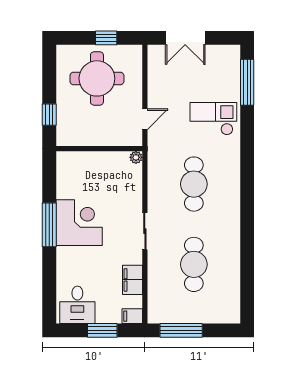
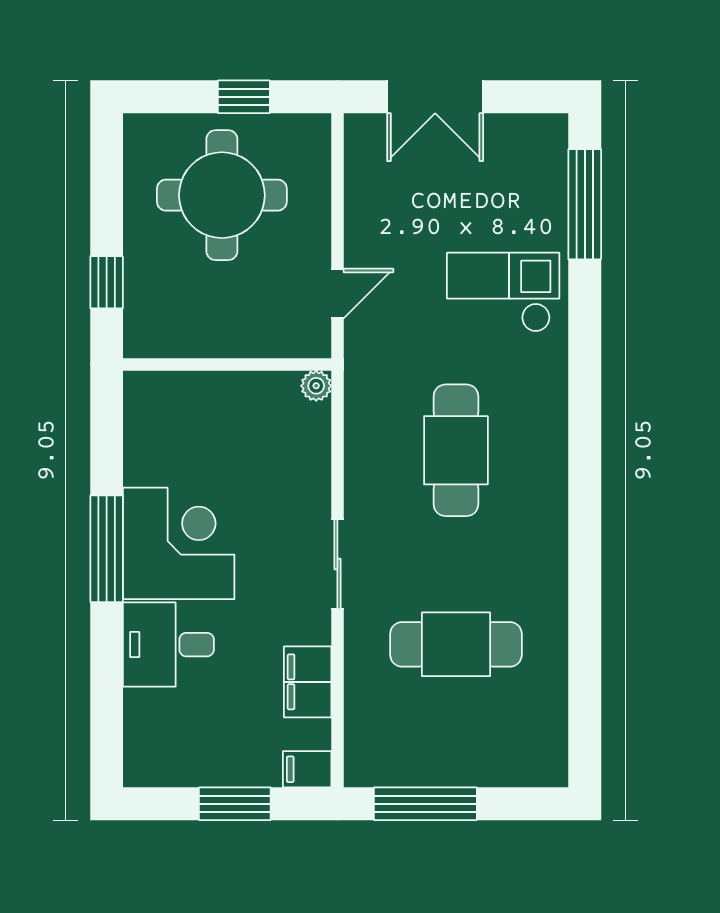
cafe table: (194, 264) -> (456, 644), turned 90
desk: (77, 305) -> (168, 645), moved, turned 90

